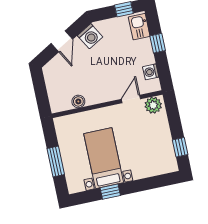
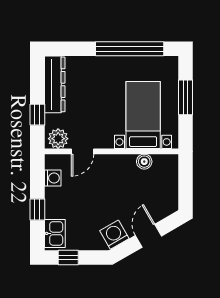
window: (180, 147) -> (37, 115), moved
dresser: (166, 149) -> (55, 84), added
bed with nightstands: (104, 158) -> (143, 115), moved, turned 180
window: (110, 192) -> (130, 49), width x3.17

